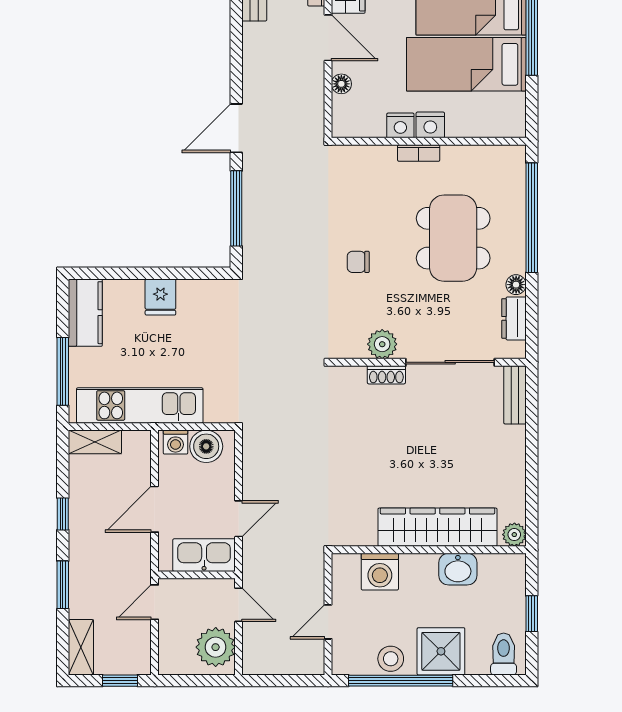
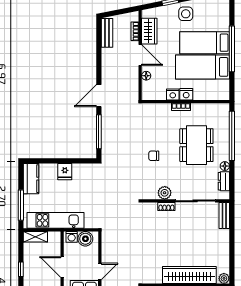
door: (155, 509) -> (62, 267), hinge flipped

